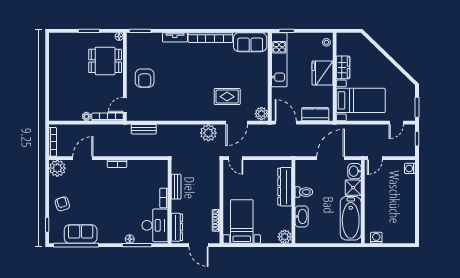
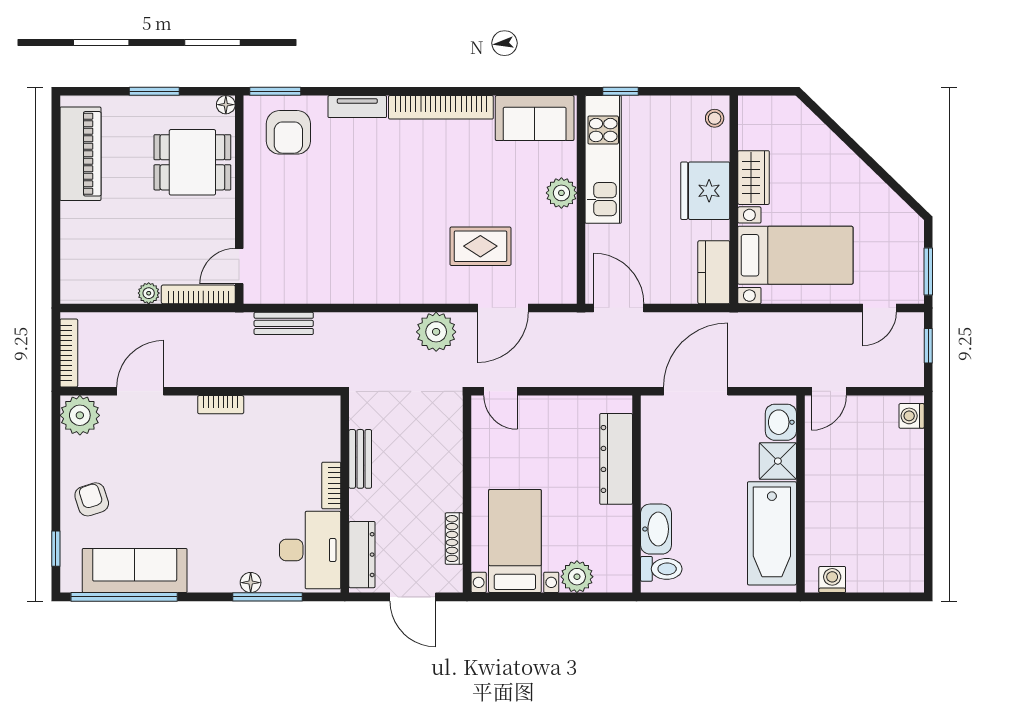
piano: (58, 57) -> (80, 154), added
armchair: (145, 78) -> (288, 132), moved
plant: (261, 114) -> (561, 193), moved
kitchen counter: (315, 114) -> (714, 272), moved, turned -90
door: (331, 158) -> (696, 391), moved
toilet: (304, 192) -> (661, 569), moved
sofa: (81, 234) -> (135, 571), width x1.36
plant: (285, 237) -> (577, 577), moved

